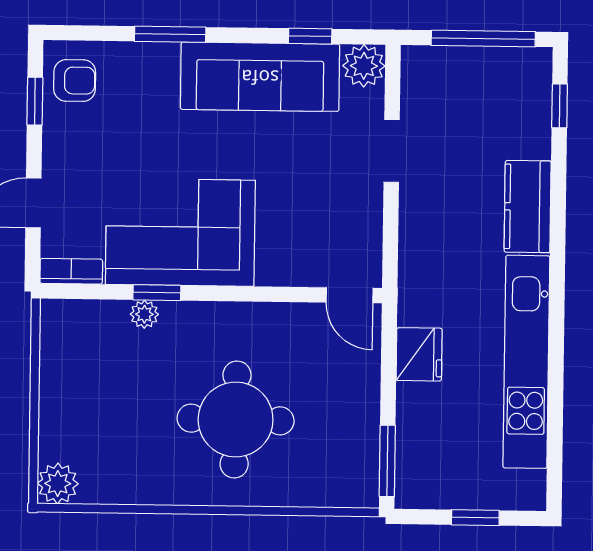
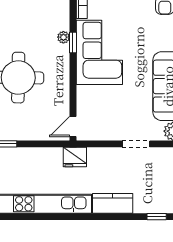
fridge: (419, 354) -> (75, 157), moved

